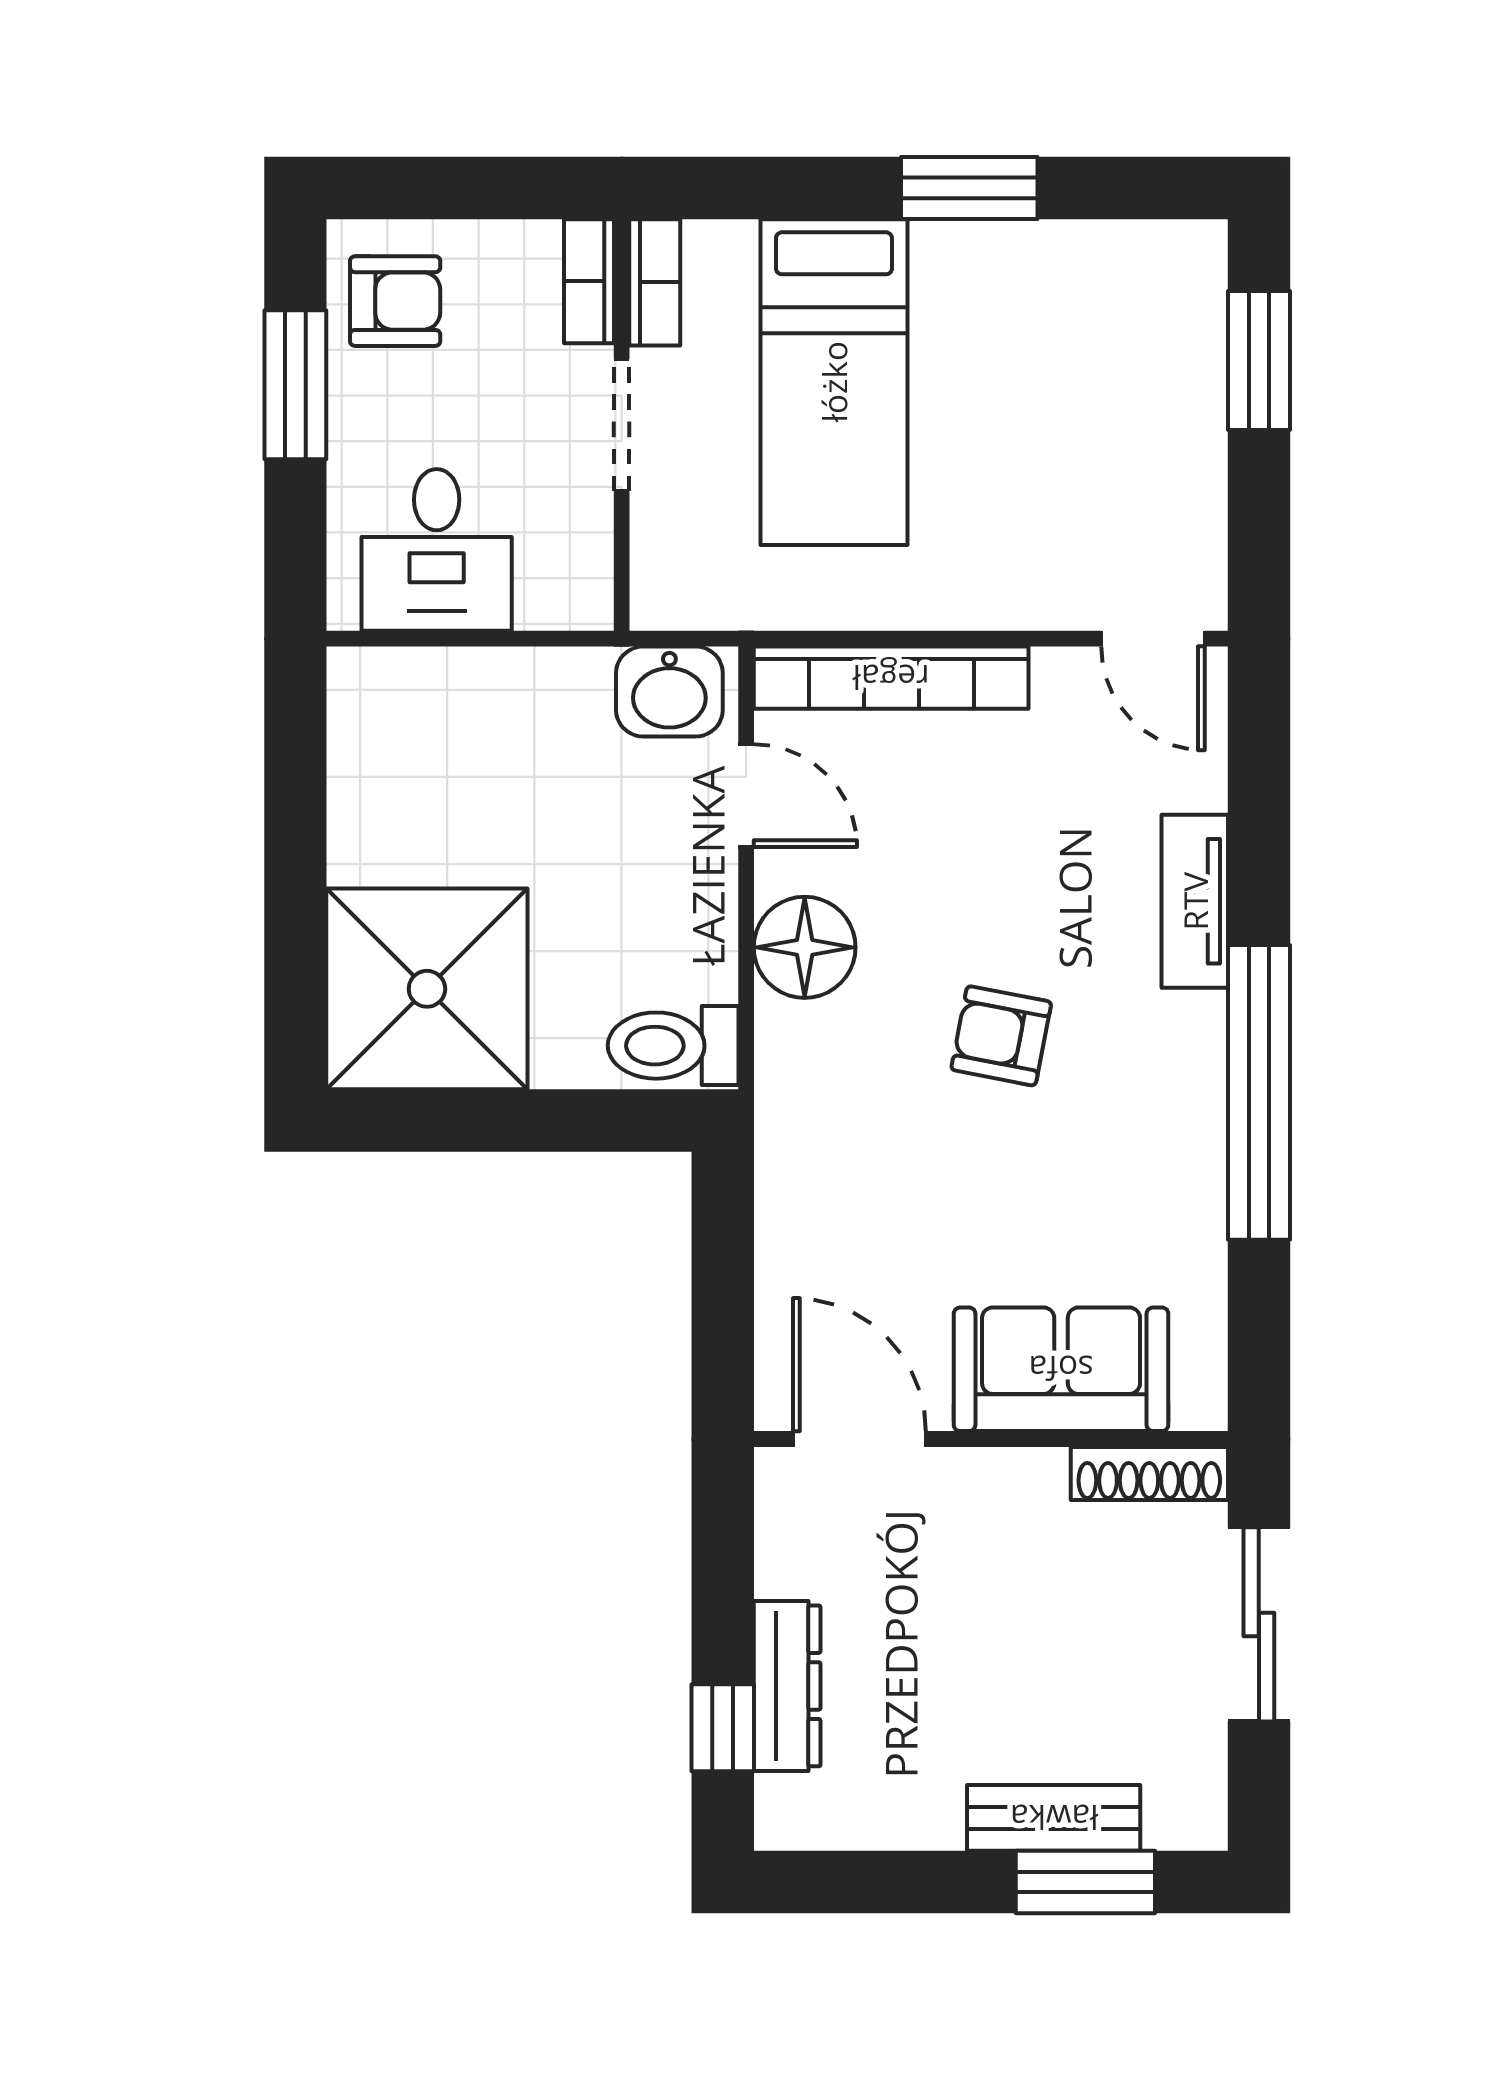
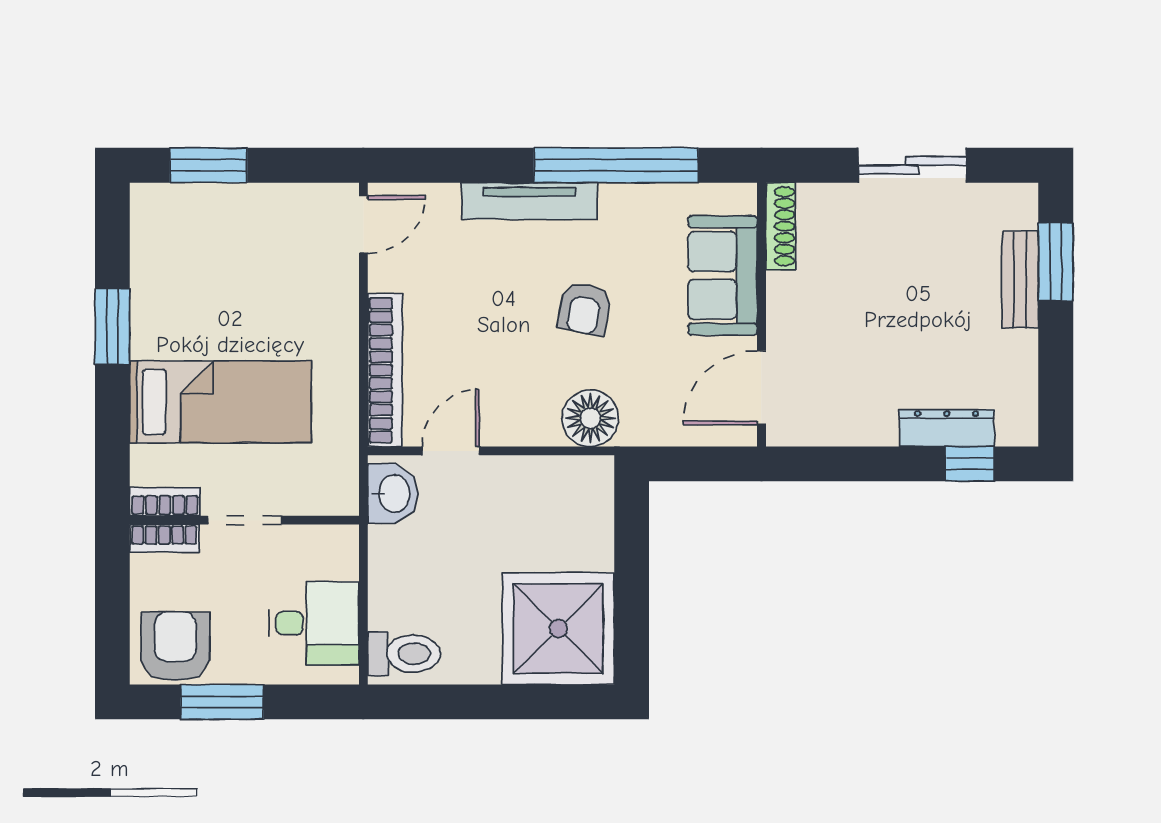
armchair: (395, 301) -> (175, 646), width x1.38, depth x1.38
tv unit: (1195, 901) -> (529, 201), width x1.41
floor lamp: (805, 947) -> (590, 418), moved
toilet: (673, 1046) -> (404, 654), moved, turned -90
sofa: (1061, 1369) -> (723, 275), moved
door: (859, 1439) -> (761, 388), moved
wall: (991, 1439) -> (761, 315), moved
shoe rack: (1149, 1473) -> (781, 226), moved

